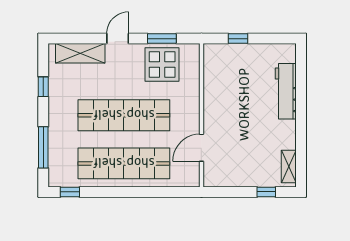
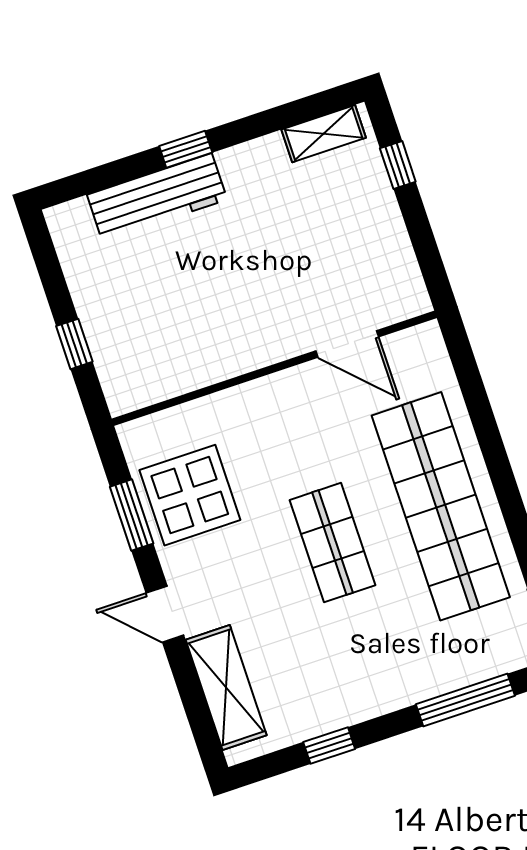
window: (301, 109) -> (186, 149), added
shop shelf: (124, 115) -> (333, 543), width x0.50, depth x0.74

